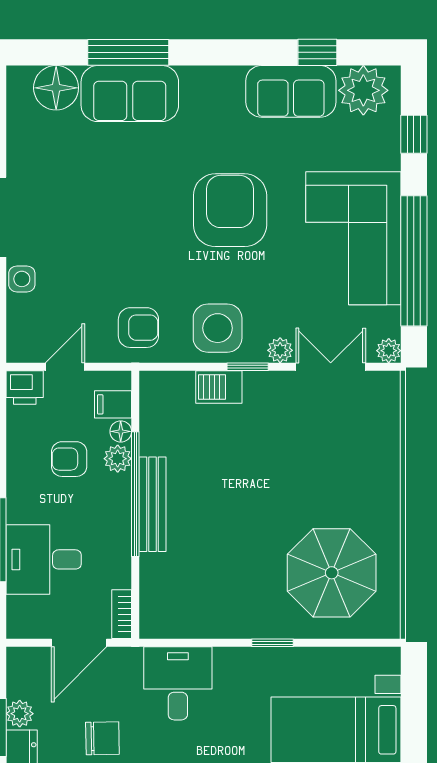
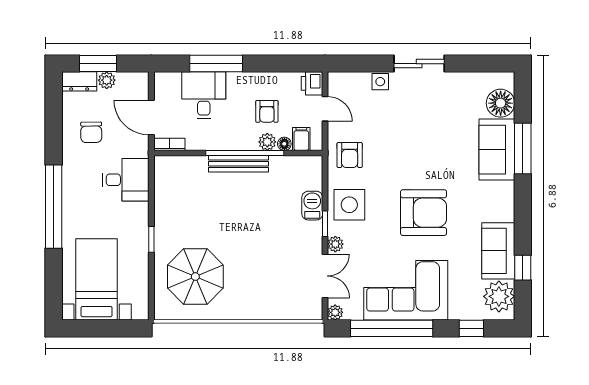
armchair: (69, 459) -> (267, 111), turned 180

